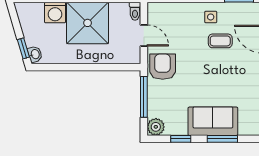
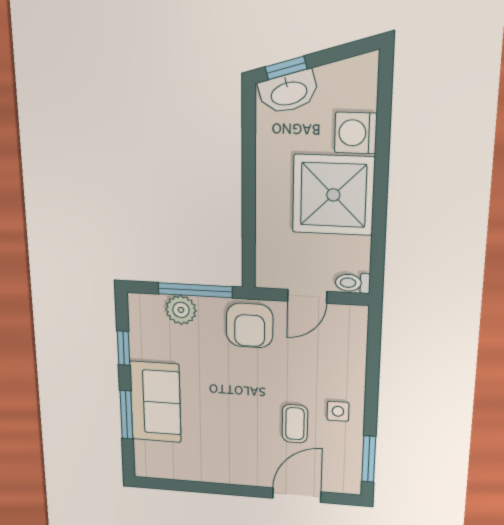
washbasin: (35, 54) -> (289, 92), width x1.91, depth x1.45
armchair: (163, 67) -> (250, 325), turned 90
plant: (156, 127) -> (181, 310), moved

